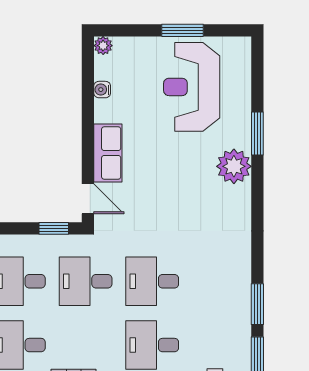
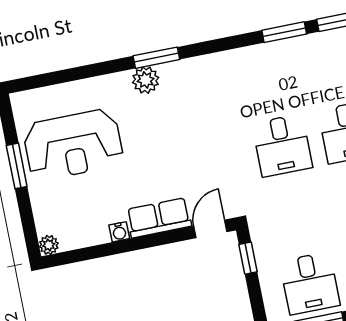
water cooler: (102, 90) -> (119, 232), moved
window: (257, 134) -> (156, 58), moved
plant: (234, 166) -> (146, 80), width x0.73, depth x0.73
desk: (86, 281) -> (296, 214), removed

